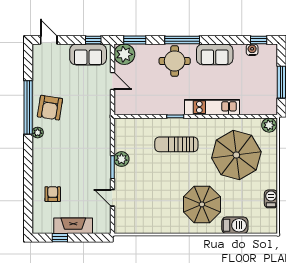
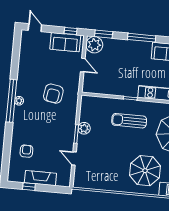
round table: (175, 61) -> (134, 54), removed
window: (28, 107) -> (11, 101), moved
armchair: (50, 108) -> (53, 94), moved

